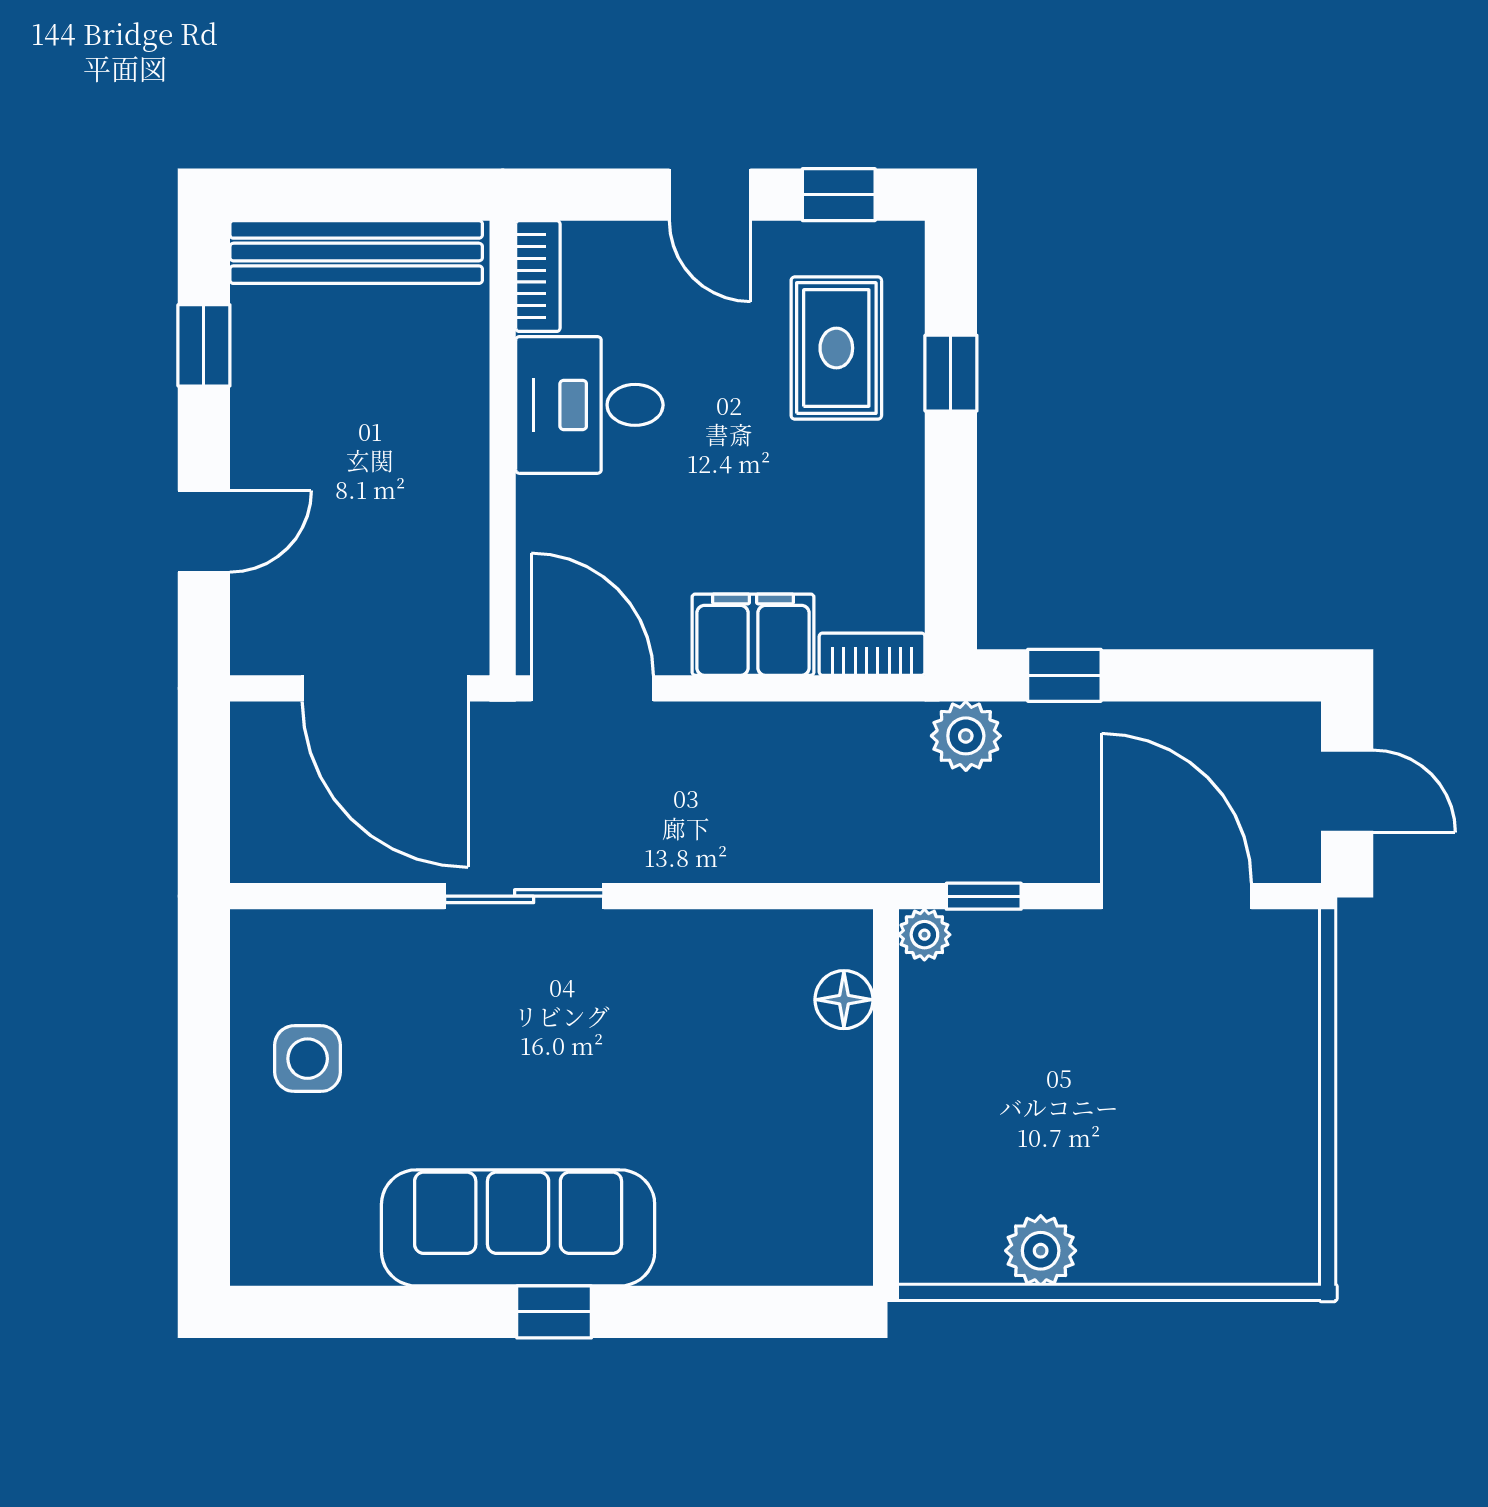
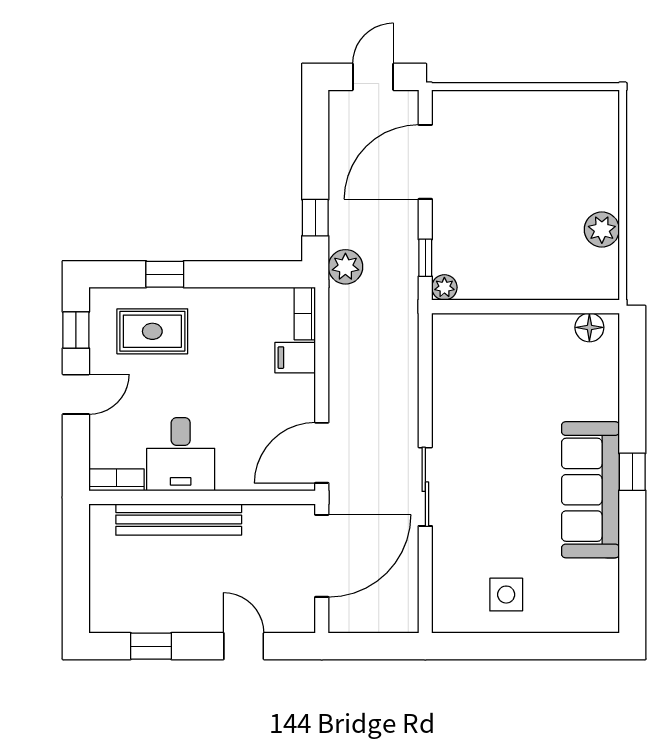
bench: (356, 252) -> (179, 519), moved, turned 90
filing cabinet: (753, 635) -> (295, 358), width x0.50
floor lamp: (844, 1000) -> (589, 327), moved

